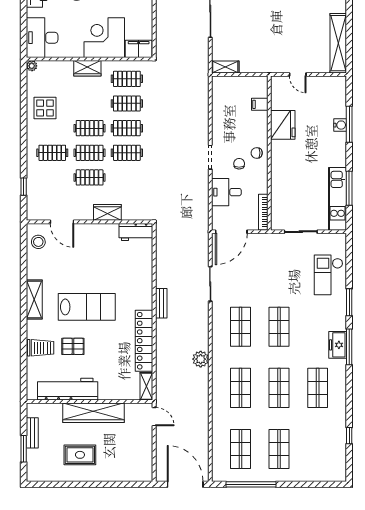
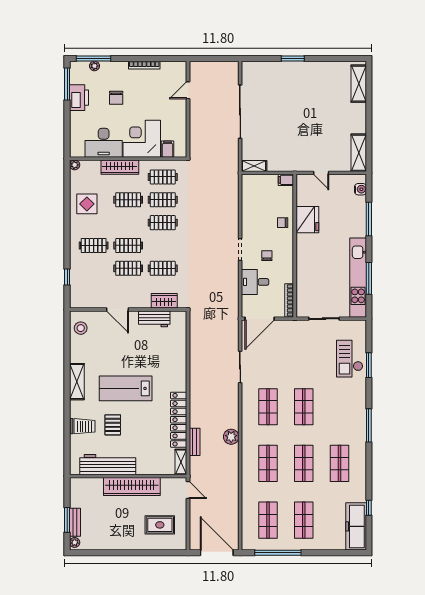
desk: (42, 38) -> (104, 143), moved, turned -90
shelving: (338, 43) -> (359, 153), width x0.68
filing cabinet: (139, 49) -> (168, 149), width x0.50
wardrobe: (87, 68) -> (120, 167), width x1.50
filing cabinet: (260, 104) -> (286, 180), moved
water cooler: (340, 125) -> (360, 189), moved
clothes rail: (90, 128) -> (128, 200), moved
clothes rail: (127, 153) -> (163, 268), moved
chair: (257, 153) -> (283, 223), moved
kitchen unit: (338, 199) -> (358, 278), width x1.36
wardrobe: (107, 212) -> (164, 301), moved
door: (62, 222) -> (118, 310), moved
workbench: (136, 232) -> (154, 319), moved
window: (349, 302) -> (369, 365), moved
bench: (161, 303) -> (195, 442), moved
lab bench: (87, 307) -> (126, 388), turned 180
freezer: (338, 345) -> (356, 526), moved, width x1.91, depth x1.26
pallet: (73, 346) -> (113, 425), turned 90
bench: (32, 433) -> (75, 522), moved
rug: (80, 455) -> (160, 525), moved
plant: (32, 473) -> (75, 542), added

